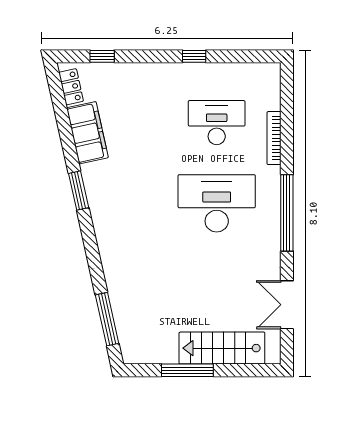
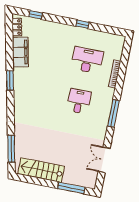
desk: (217, 203) -> (79, 101), width x0.53, depth x0.77
window: (287, 213) -> (114, 113), width x0.68
stairs: (222, 348) -> (41, 170), moved
window: (187, 370) -> (71, 188), moved

